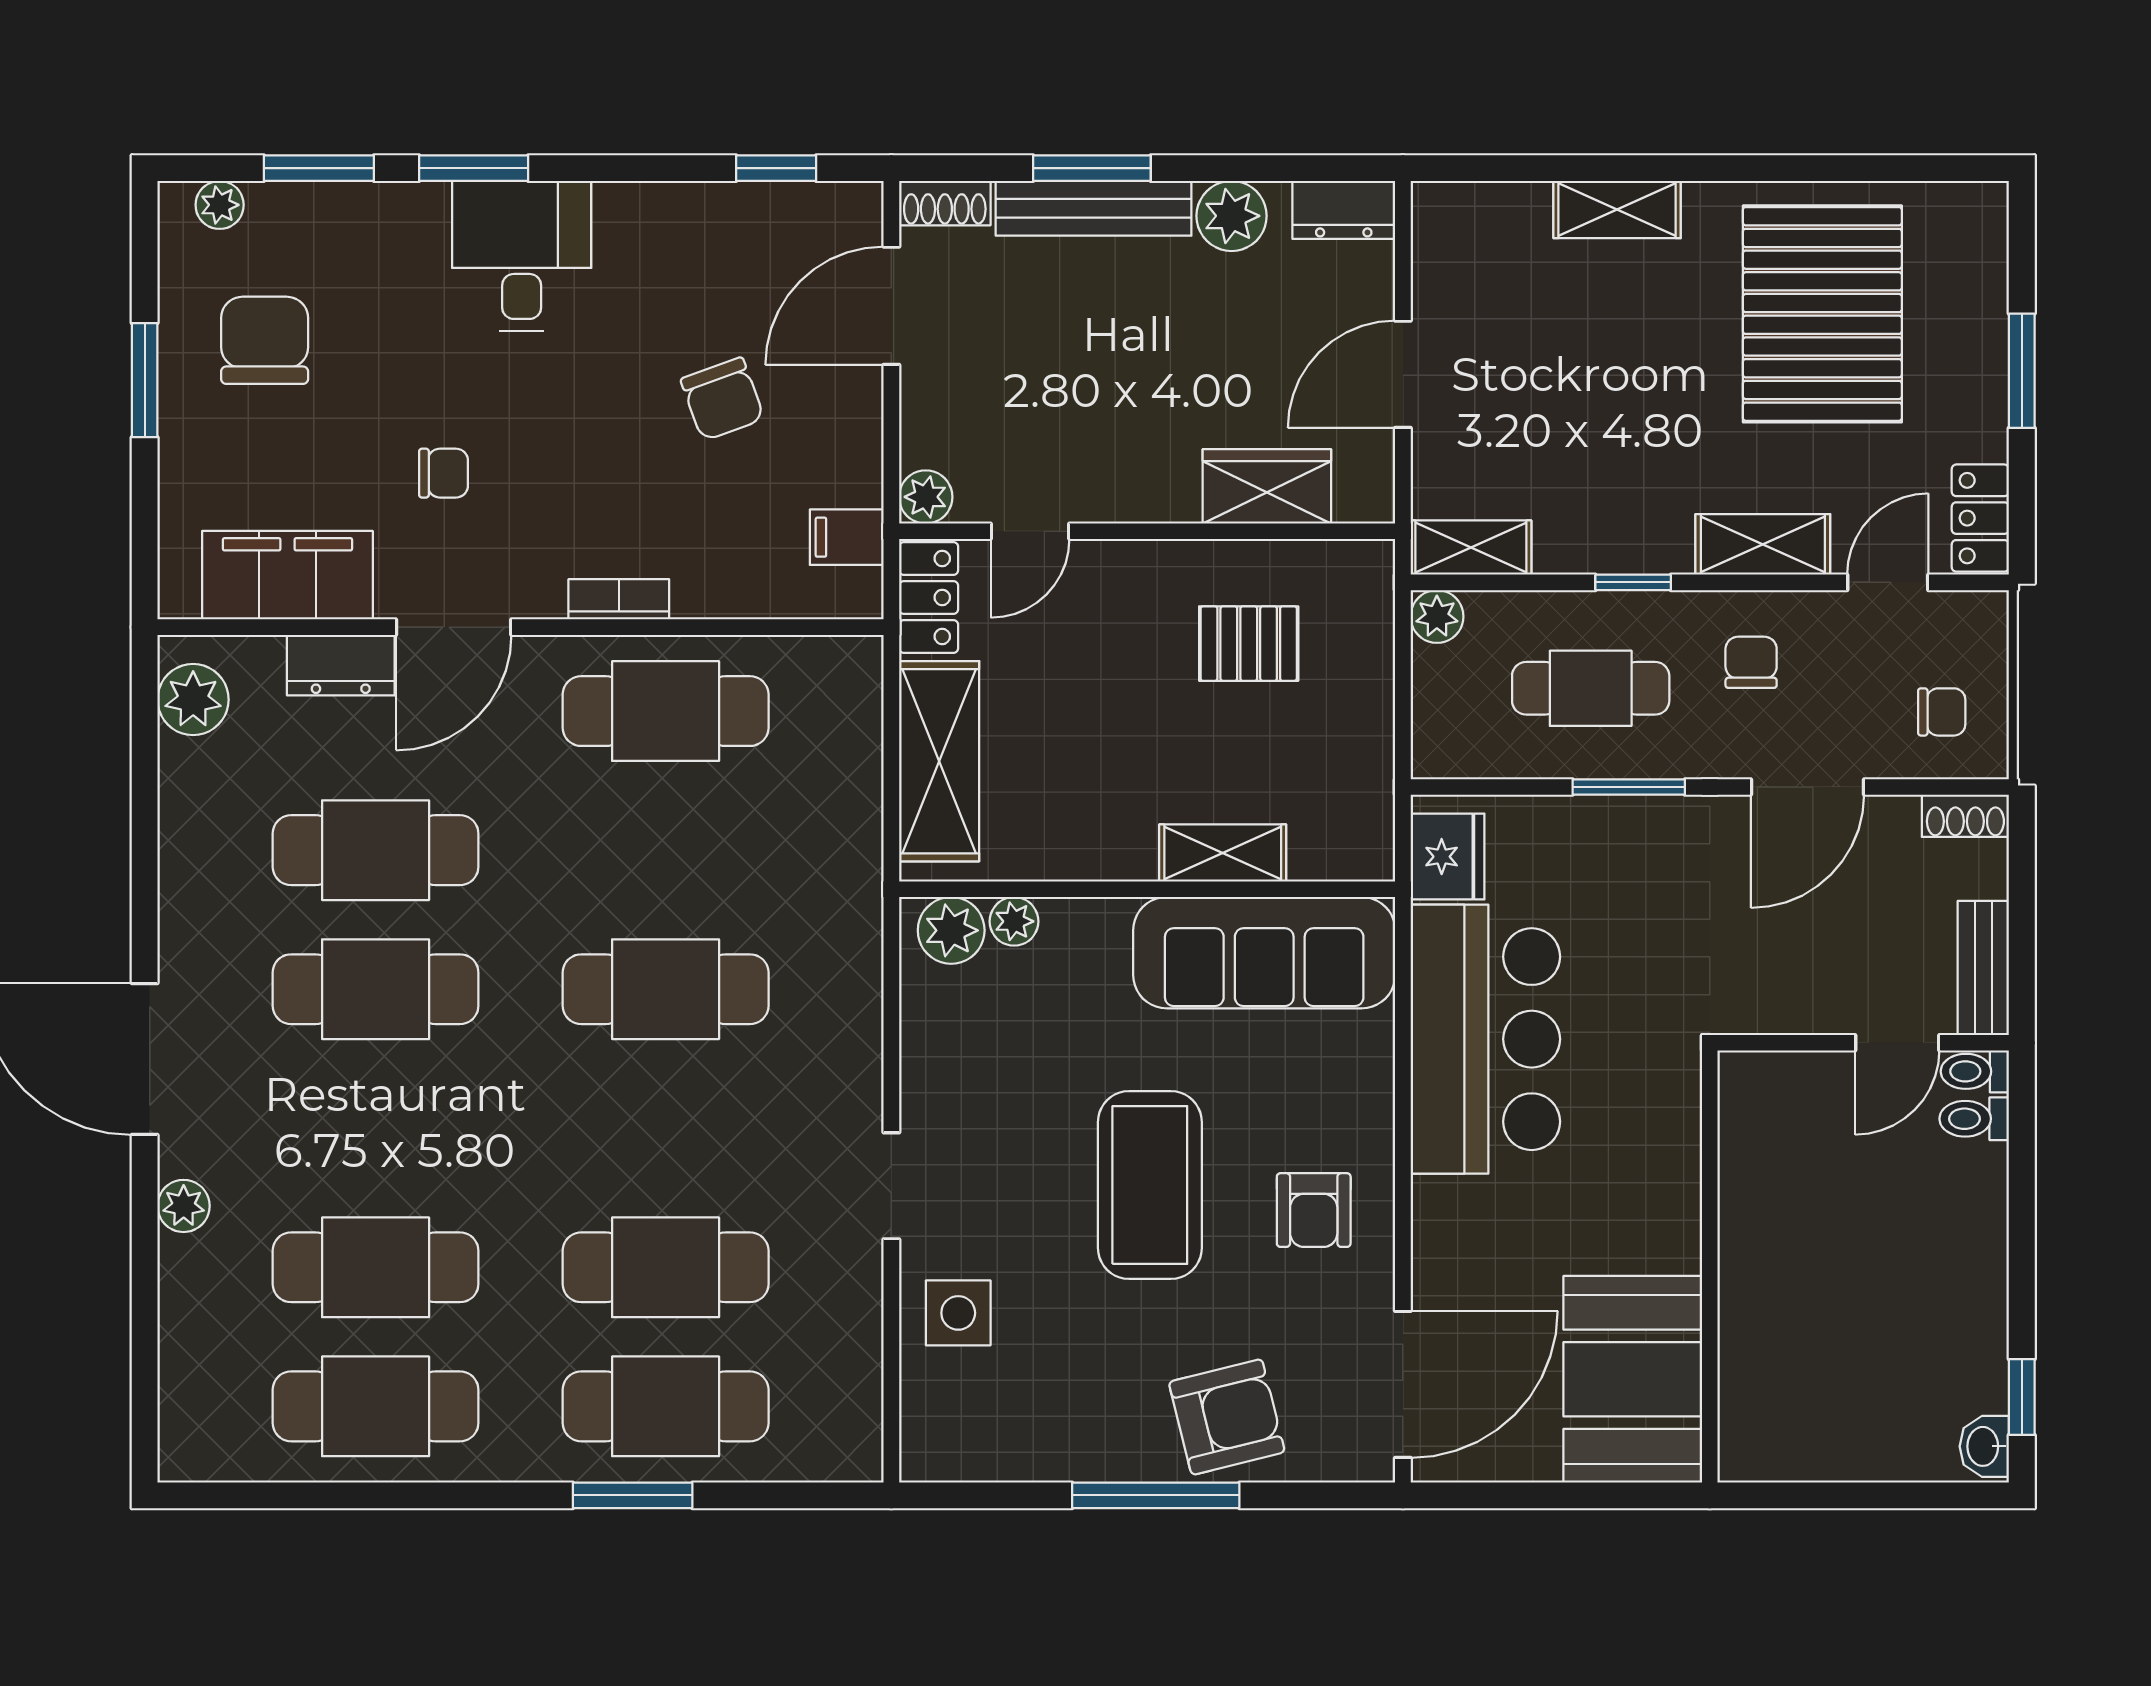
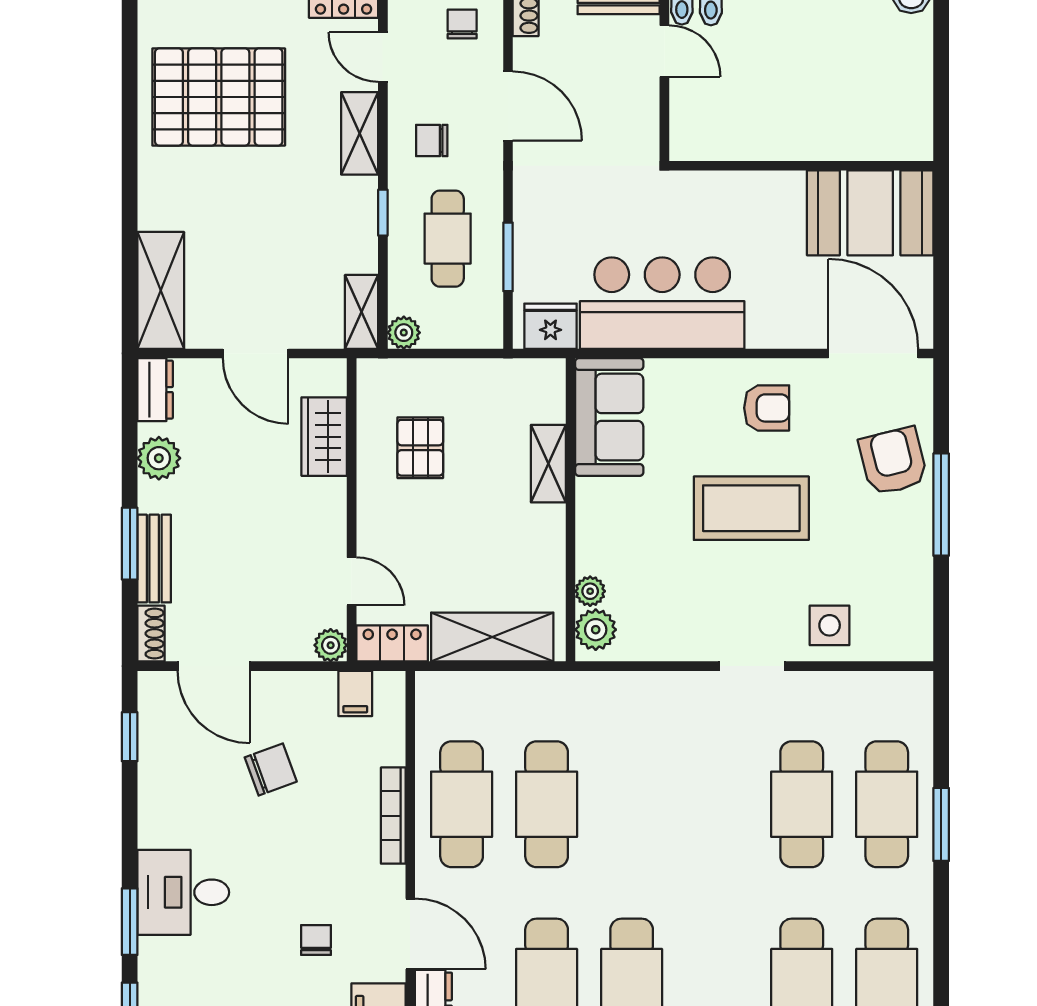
bench: (1094, 208) -> (154, 559), width x0.73
shelving: (1617, 210) -> (161, 290), moved, width x1.50, depth x1.33
bookcase: (619, 599) -> (393, 816), width x1.56
window: (1629, 787) -> (508, 257), moved
sofa: (1264, 953) -> (609, 417), width x0.73
cafe table: (666, 989) -> (547, 804), moved

